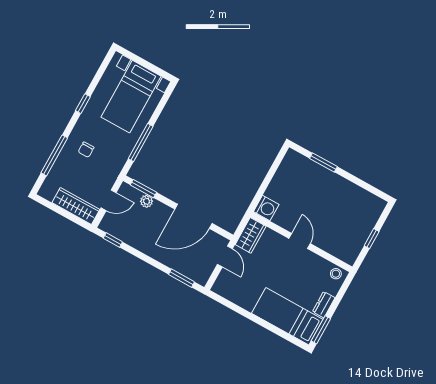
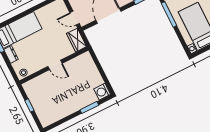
washing machine: (266, 208) -> (102, 92), moved

